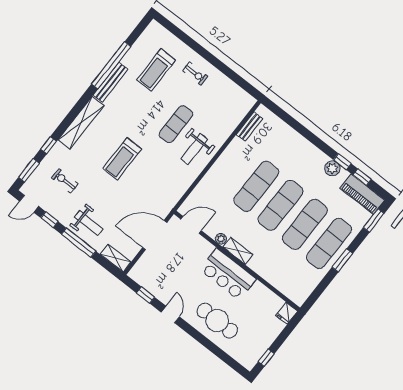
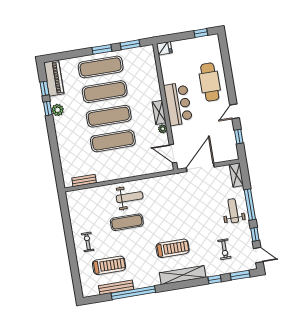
bench: (111, 82) -> (116, 287), moved
treadmill: (122, 159) -> (173, 248), moved
window: (374, 221) -> (130, 45), moved
door: (155, 235) -> (200, 167), swing flipped

